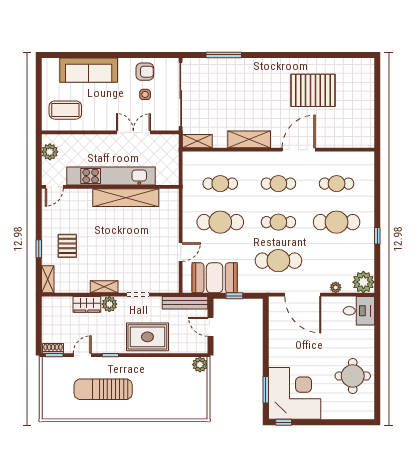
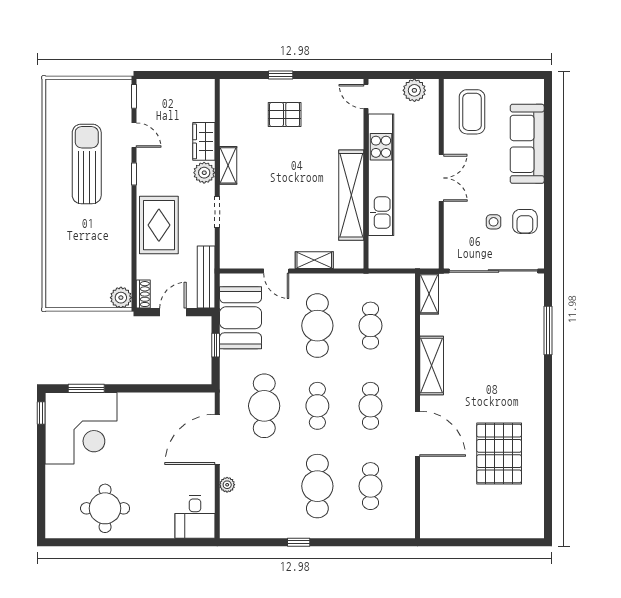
double door: (133, 132) -> (441, 178), moved
shelving: (48, 279) -> (314, 260), moved
plant: (363, 282) -> (235, 523), removed
shoe rack: (53, 348) -> (143, 294), moved

